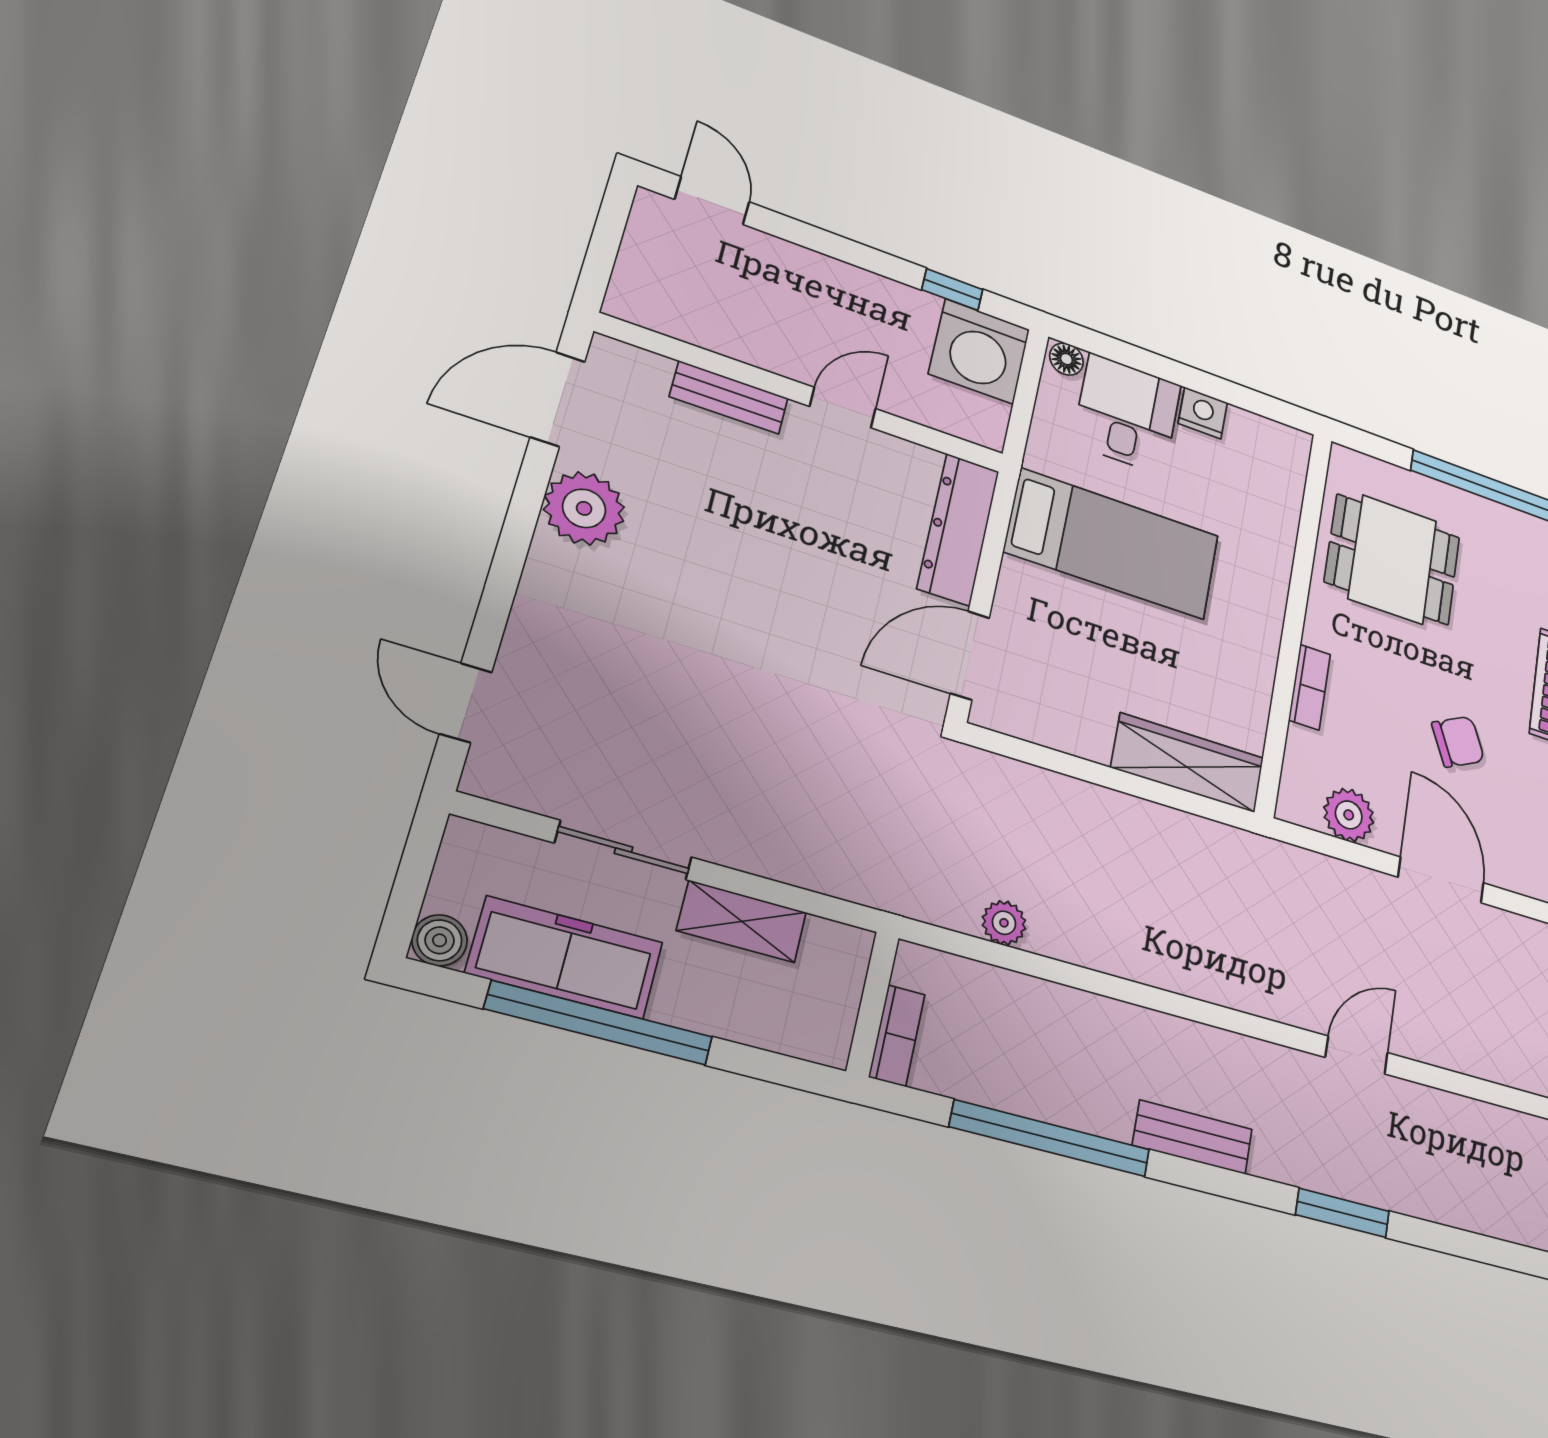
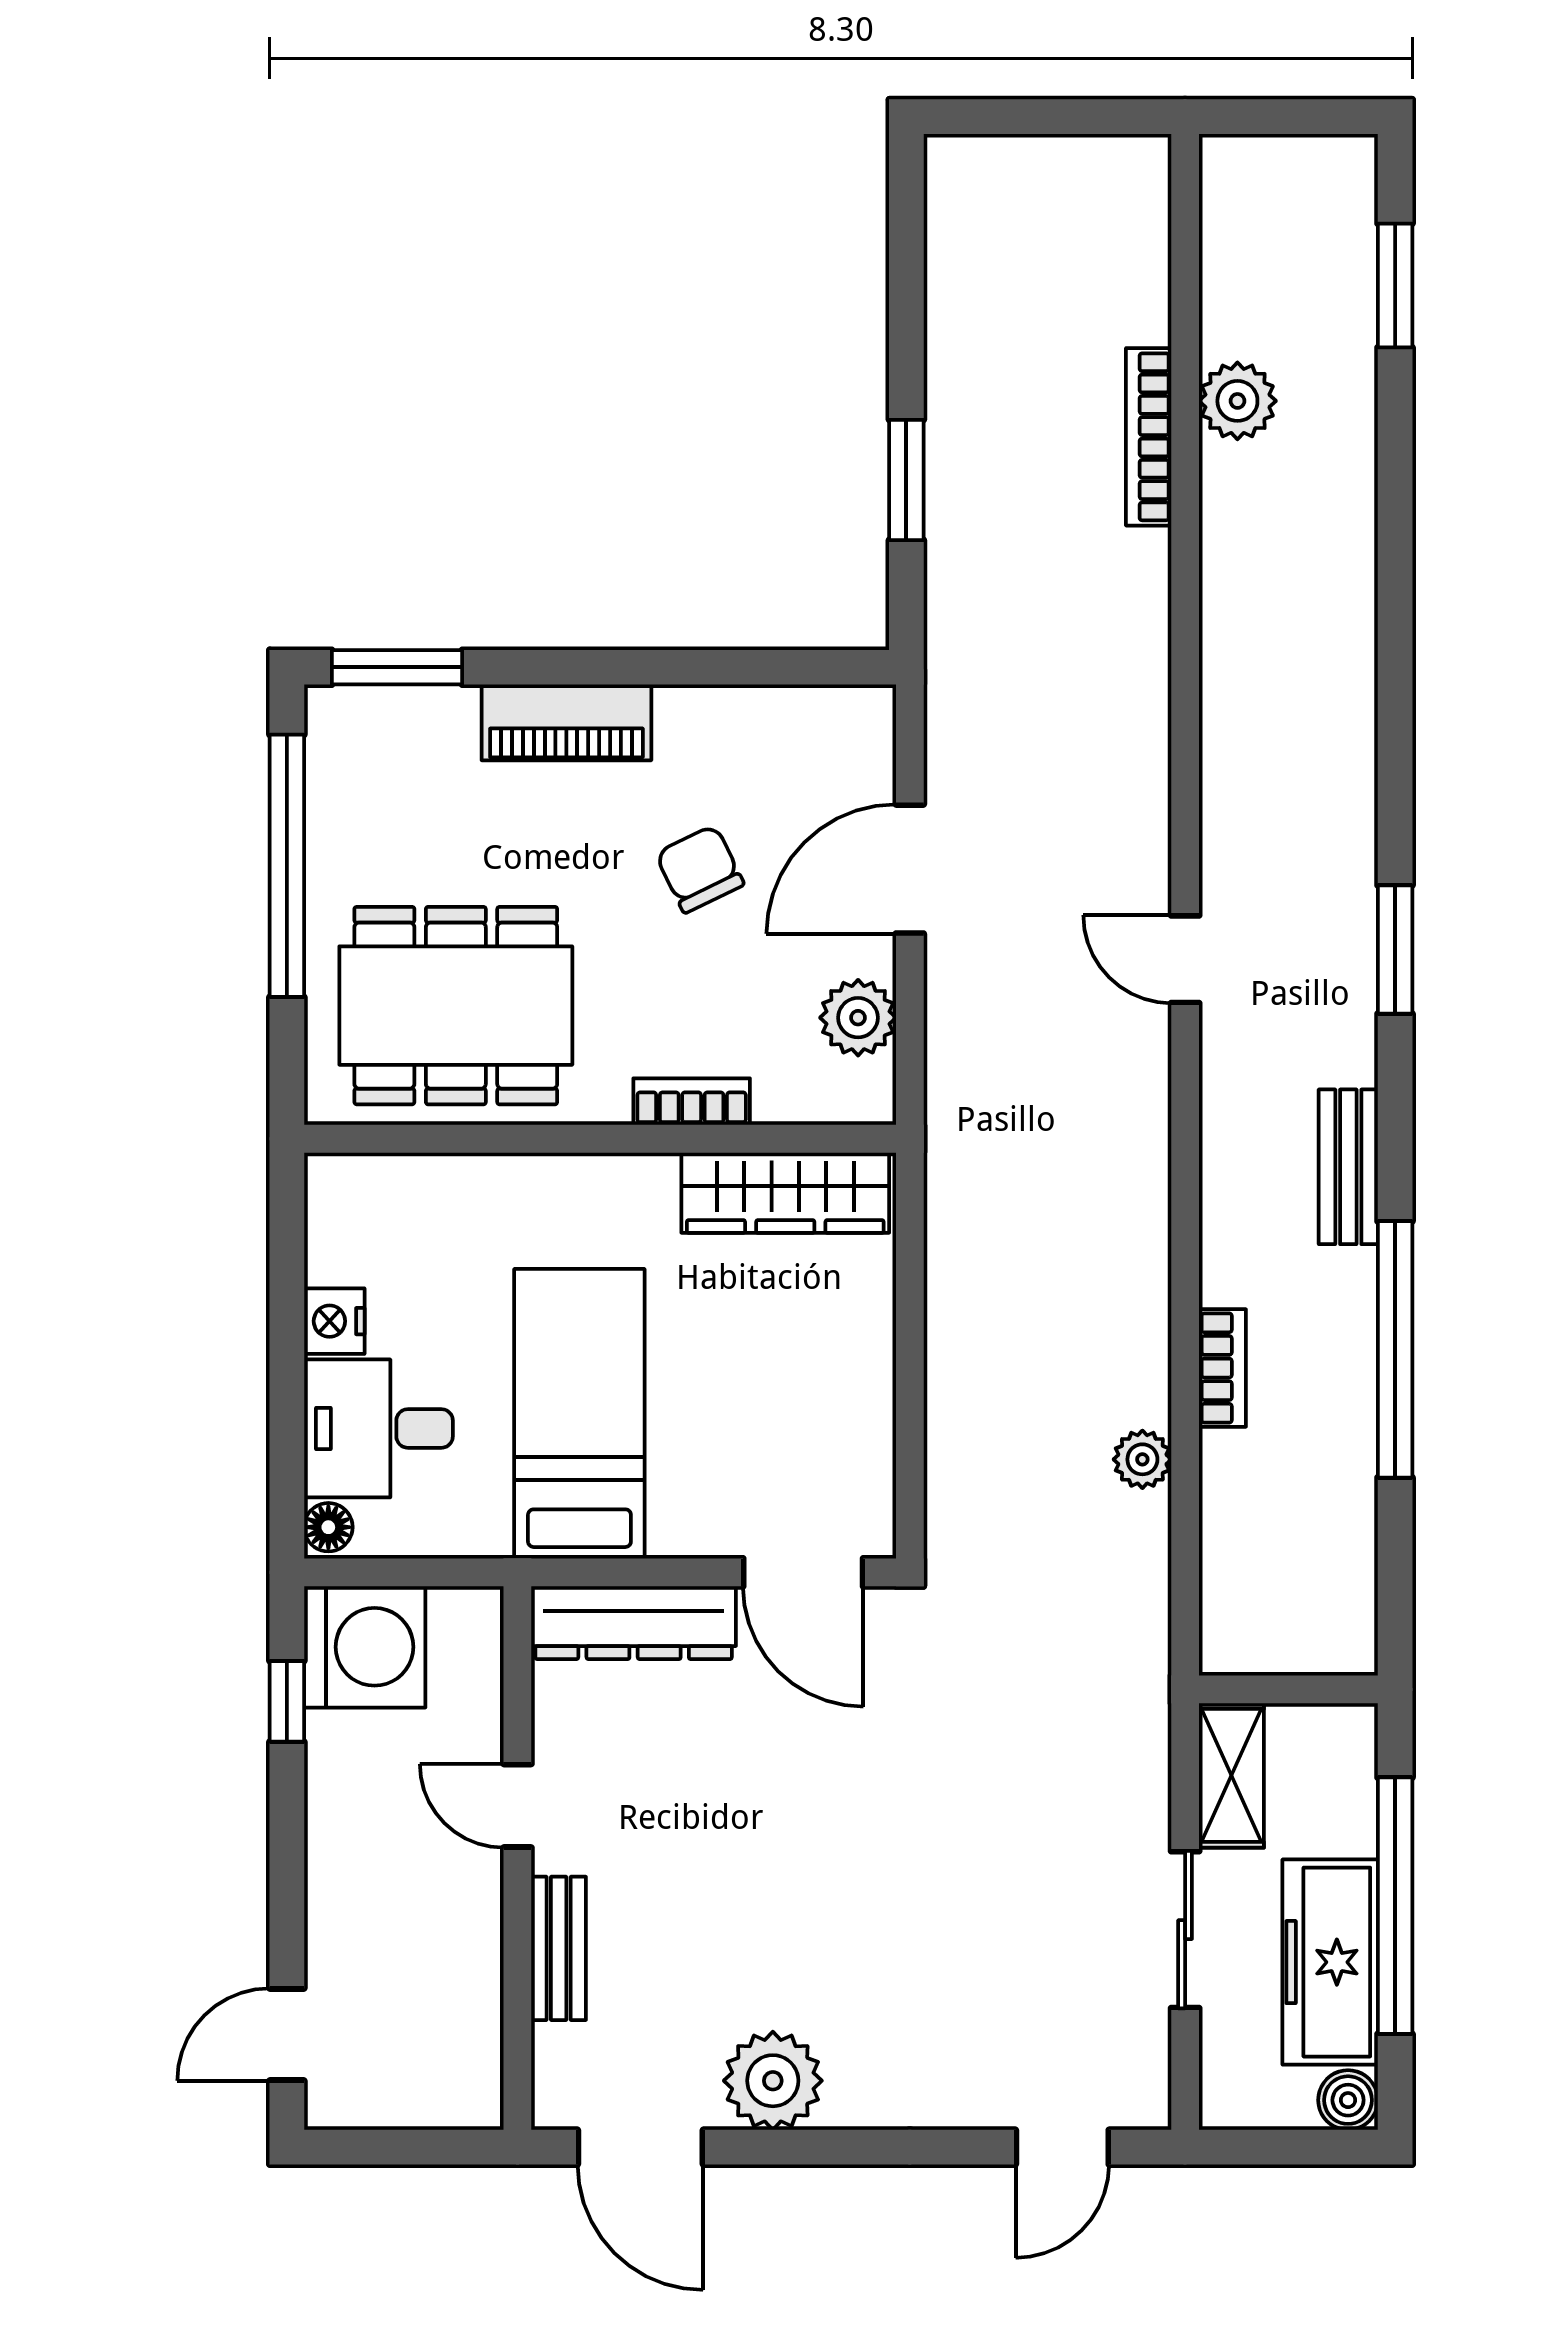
dining table: (1393, 559) -> (456, 1006), width x1.38
wardrobe: (1188, 763) -> (785, 1193), moved, turned -90
wall: (873, 1004) -> (1288, 1689), moved
bookcase: (897, 1036) -> (1222, 1368), moved, turned 90

